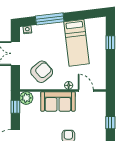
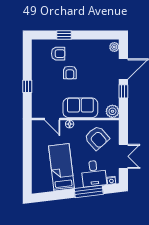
desk: (45, 37) -> (94, 173), added
window: (110, 43) -> (27, 167), removed
armchair: (42, 72) -> (97, 138), turned -91
window: (15, 107) -> (123, 91), moved

